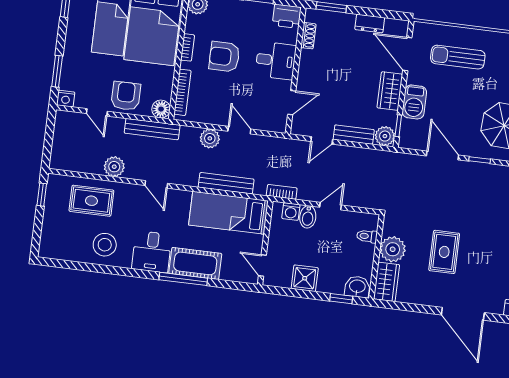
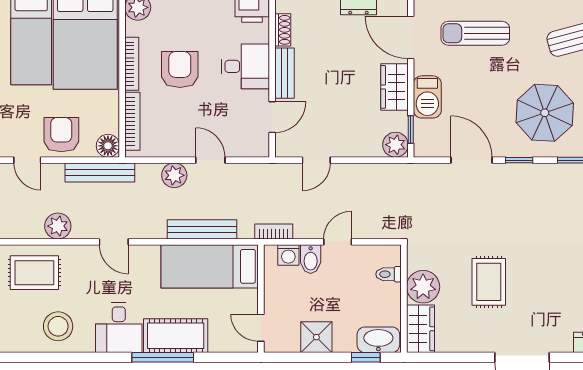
bookcase: (188, 47) -> (132, 64), width x1.56
armchair: (224, 57) -> (180, 70), turned 90
bench: (354, 135) -> (285, 73), moved, turned 90
washbasin: (357, 287) -> (378, 340), width x1.38

